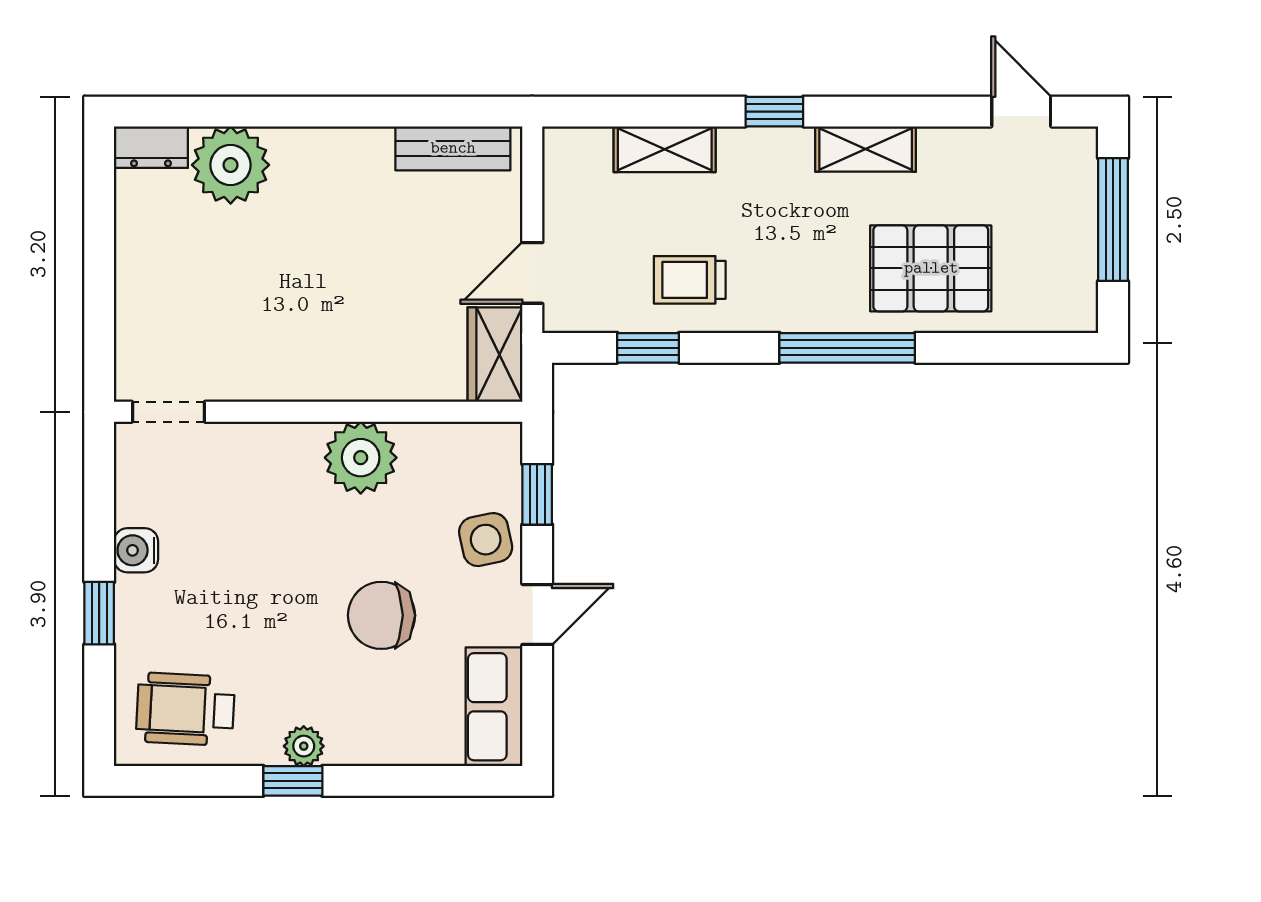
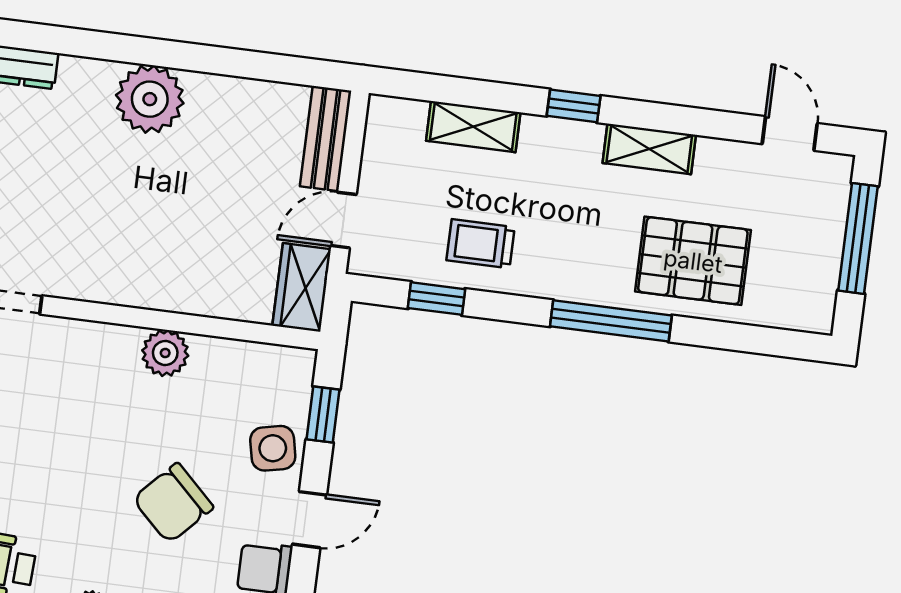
bench: (453, 148) -> (326, 138), moved, turned 90
plant: (231, 165) -> (150, 99), moved
plant: (361, 458) -> (165, 353), width x0.73, depth x0.73
chair: (381, 615) -> (173, 503), turned -46

